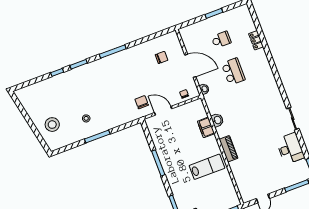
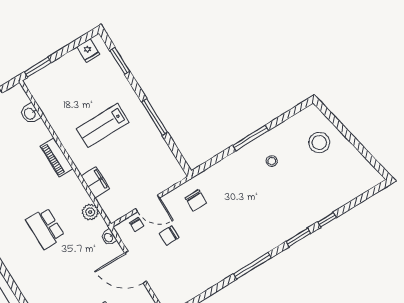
chair: (162, 57) -> (169, 235), moved
school desk: (233, 72) -> (45, 228), moved
plant: (213, 108) -> (90, 212), added
door: (163, 111) -> (147, 203), moved
washbasin: (217, 120) -> (30, 114), moved
lab bench: (207, 167) -> (103, 126), moved

